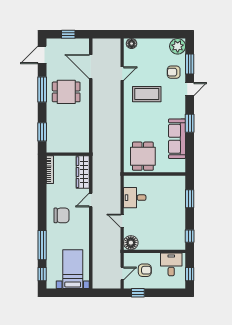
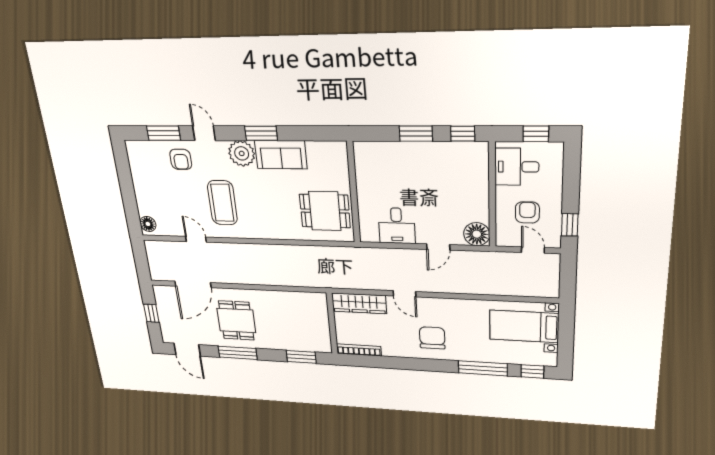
plant: (178, 46) -> (242, 153), moved
sofa: (177, 139) -> (281, 155), width x0.73
window: (190, 199) -> (416, 134), moved

